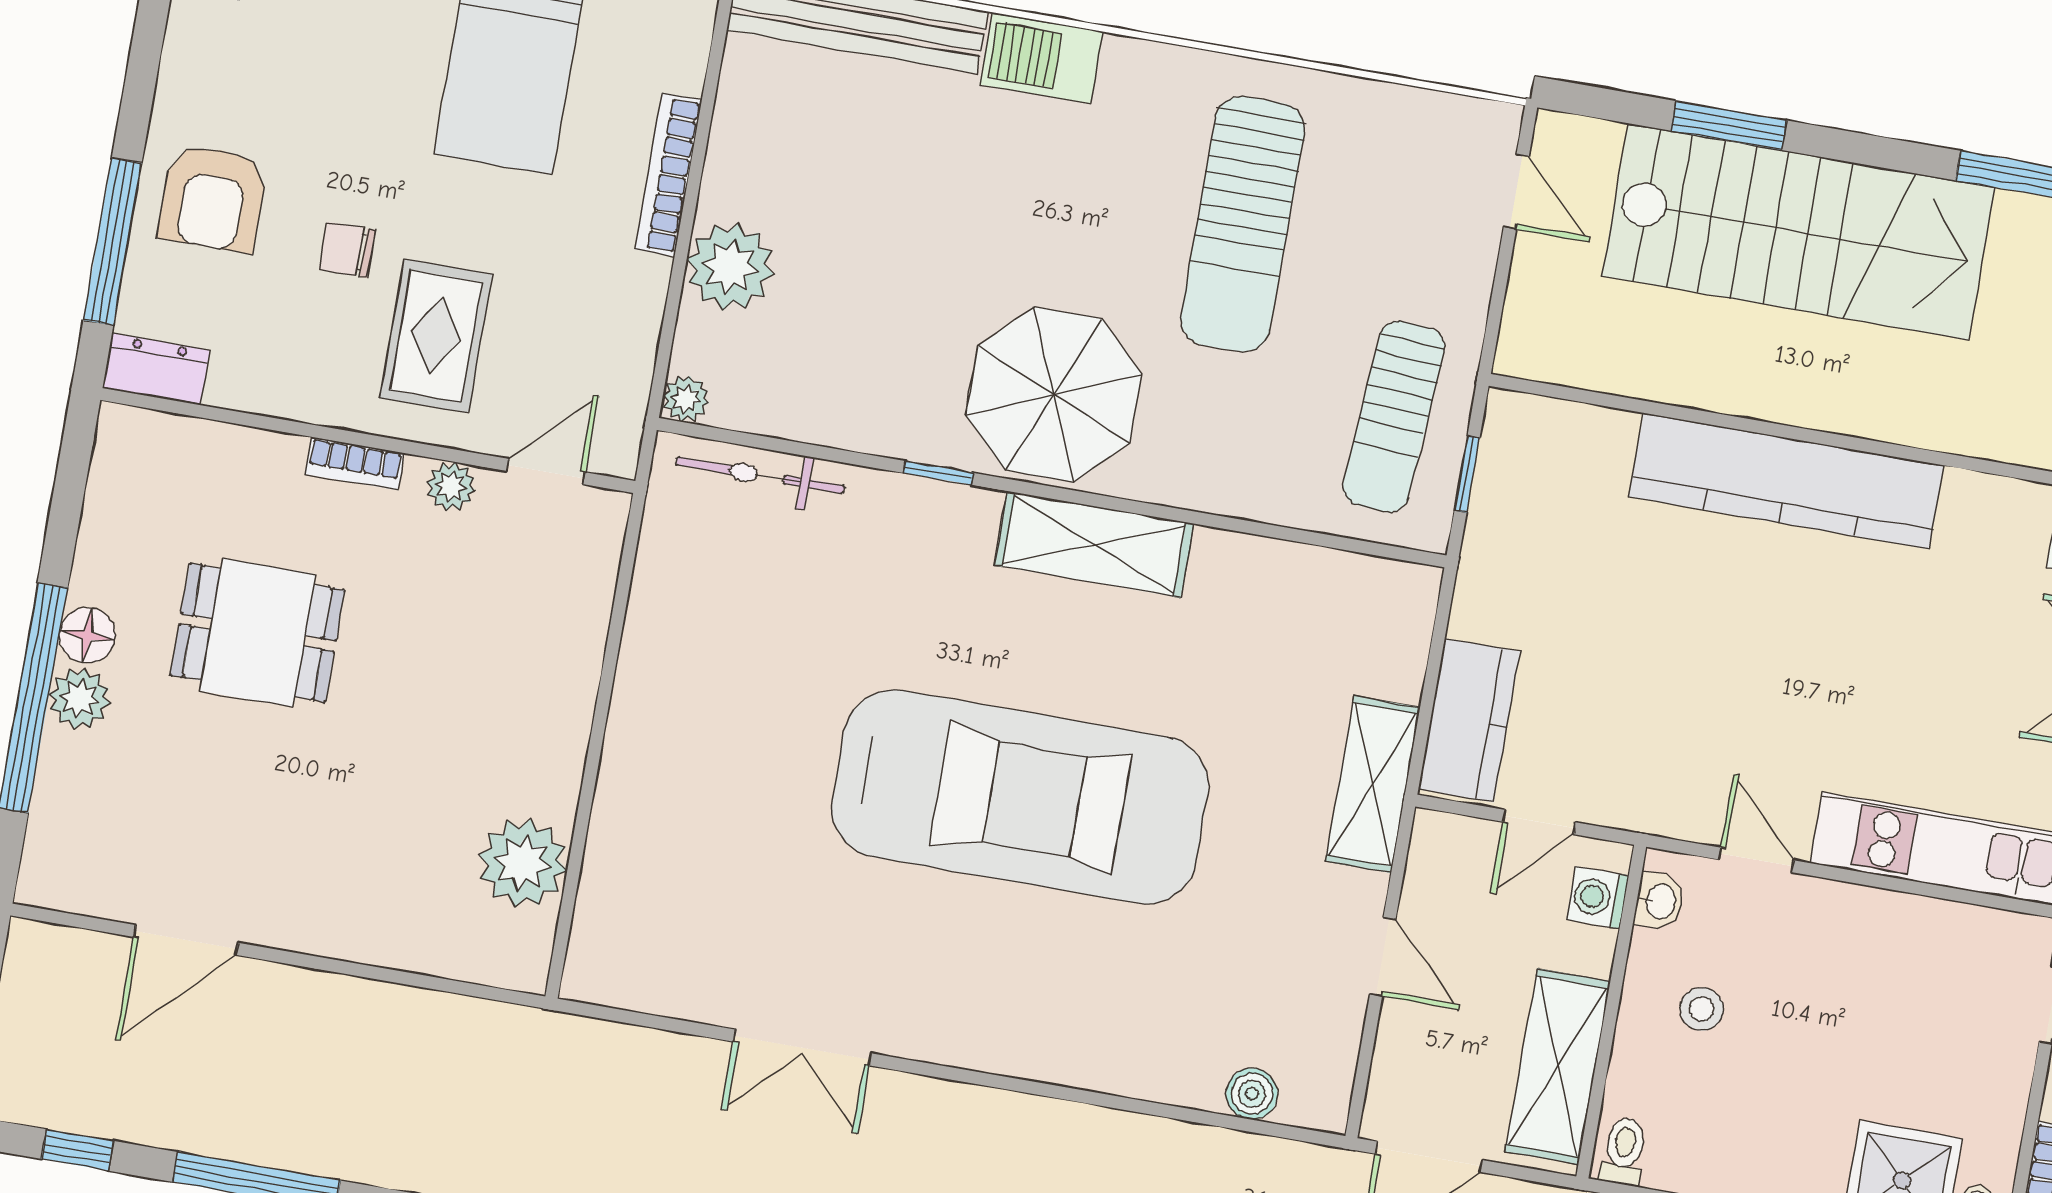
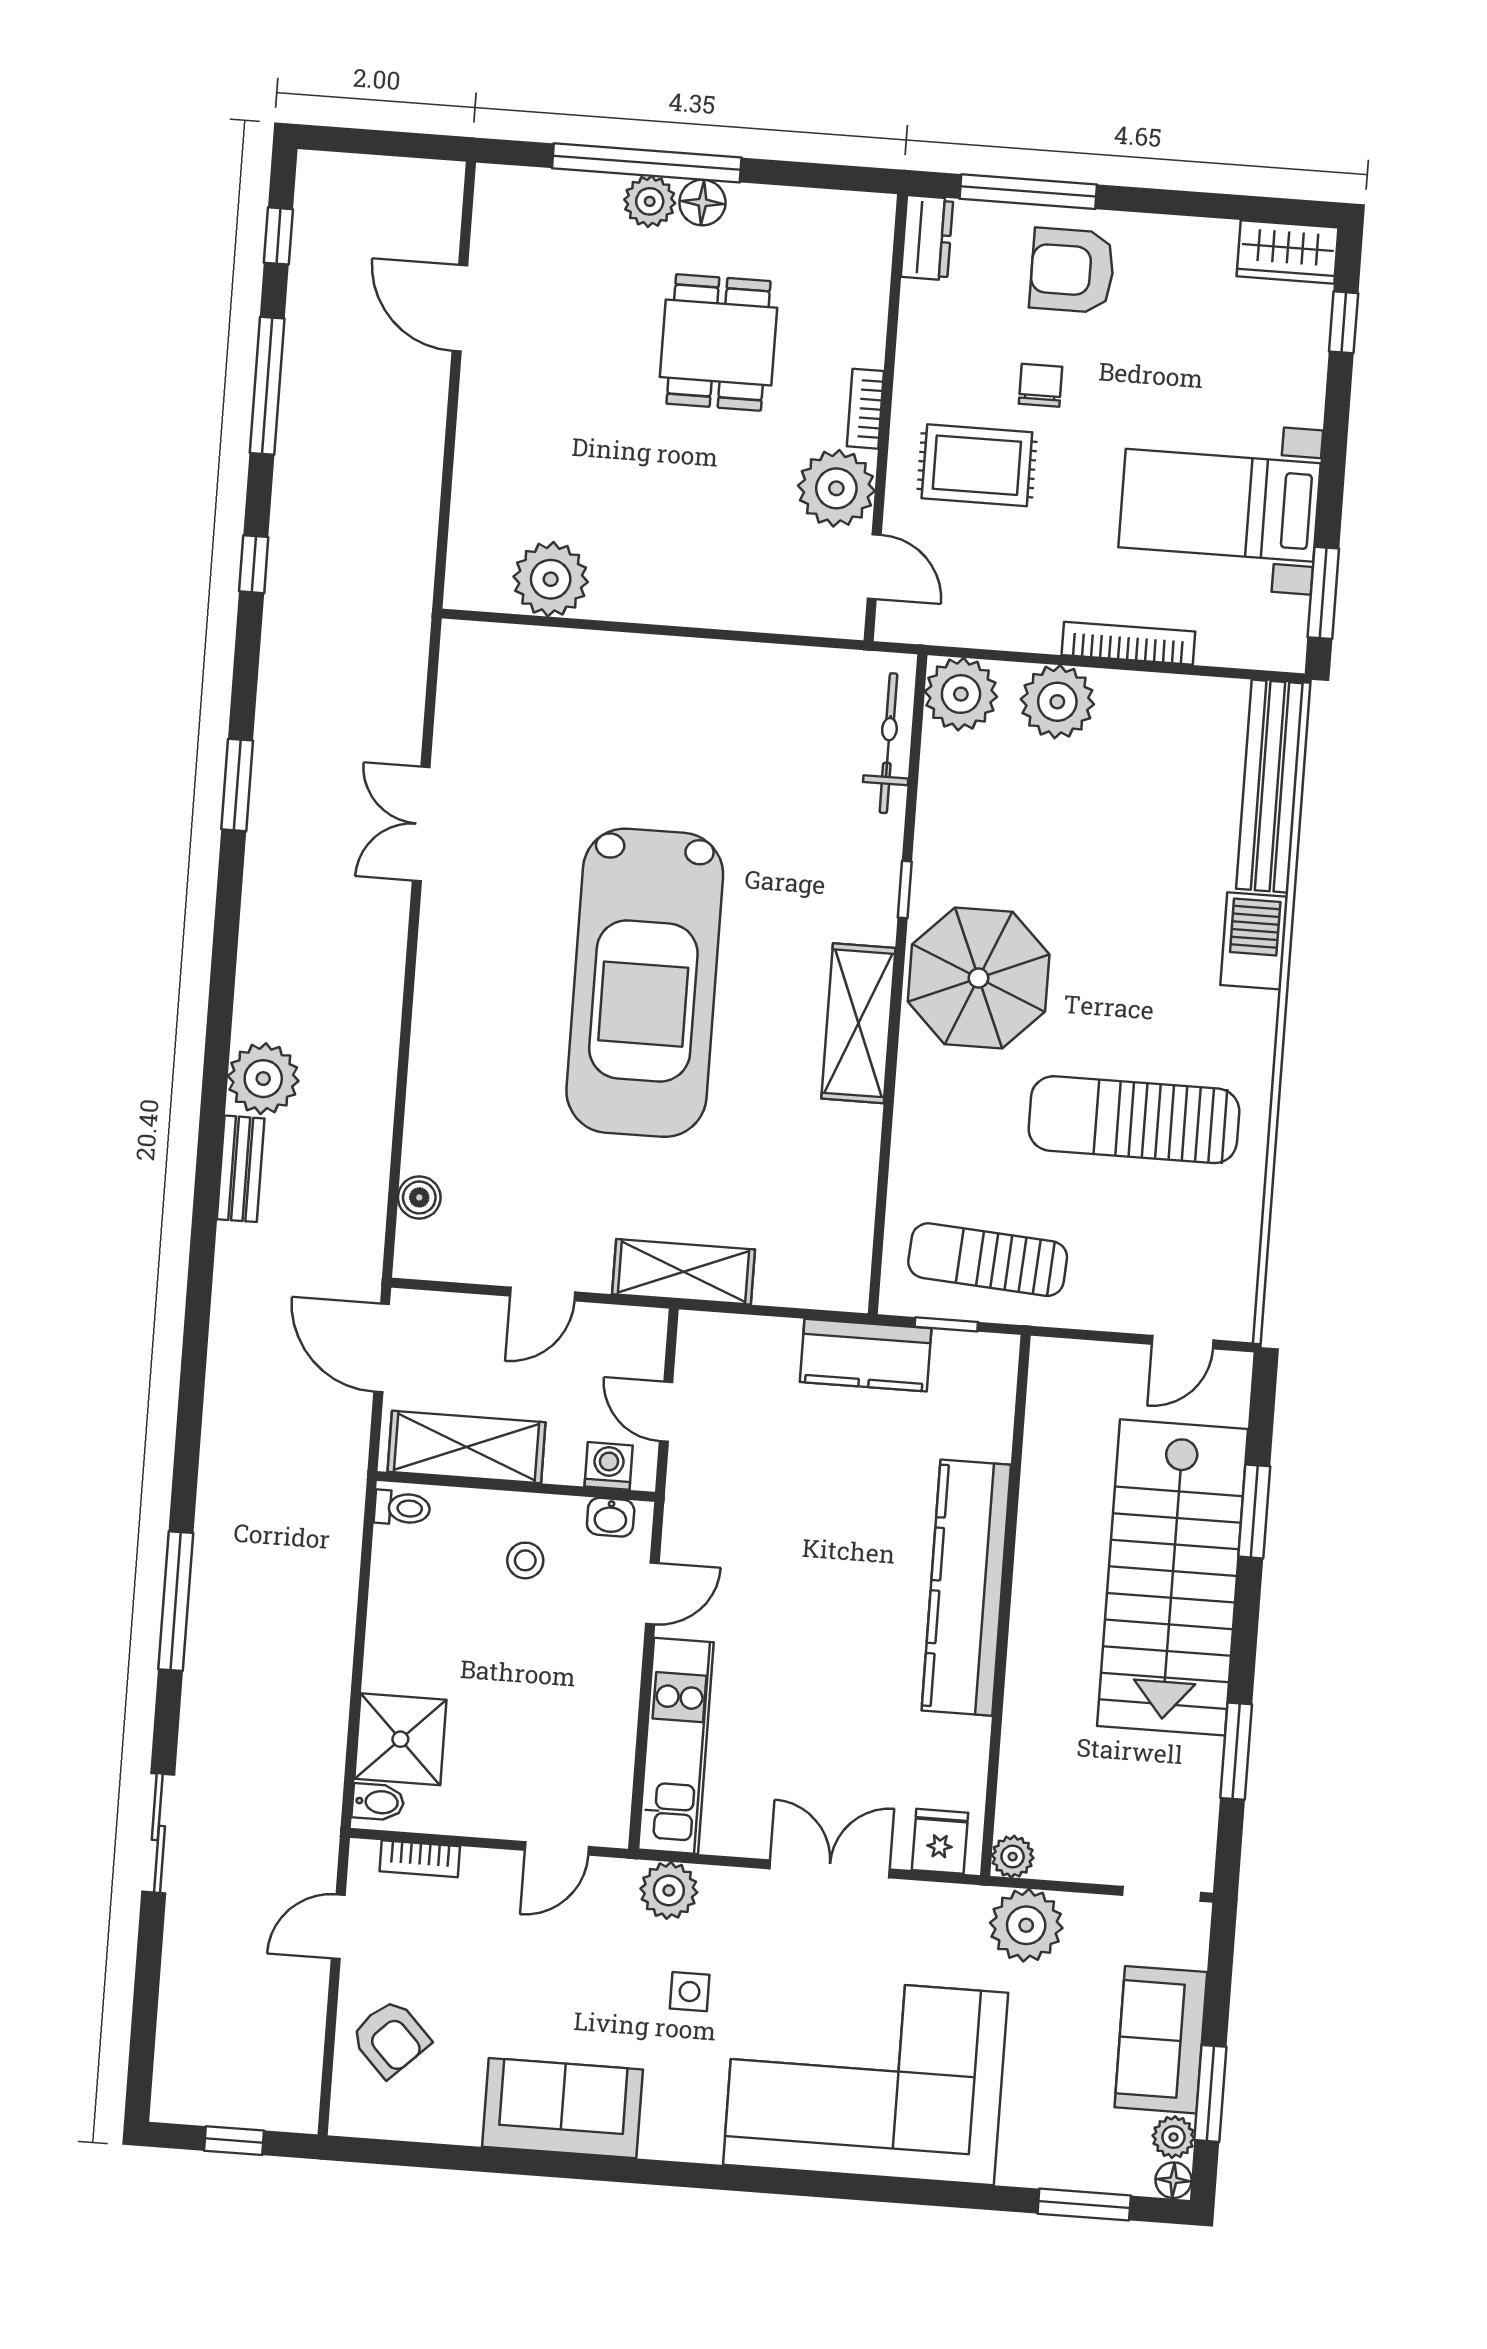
plant: (686, 399) -> (961, 694), width x1.87, depth x1.87
plant: (451, 486) -> (836, 488), width x1.87, depth x1.87
kitchen counter: (1469, 720) -> (866, 1355), moved

